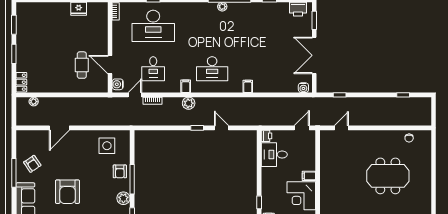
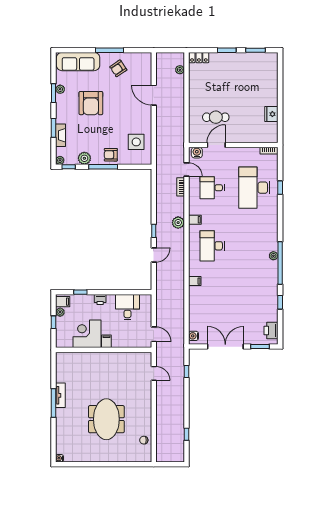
printer: (266, 136) -> (100, 299), moved
armchair: (67, 192) -> (91, 103), turned -90

